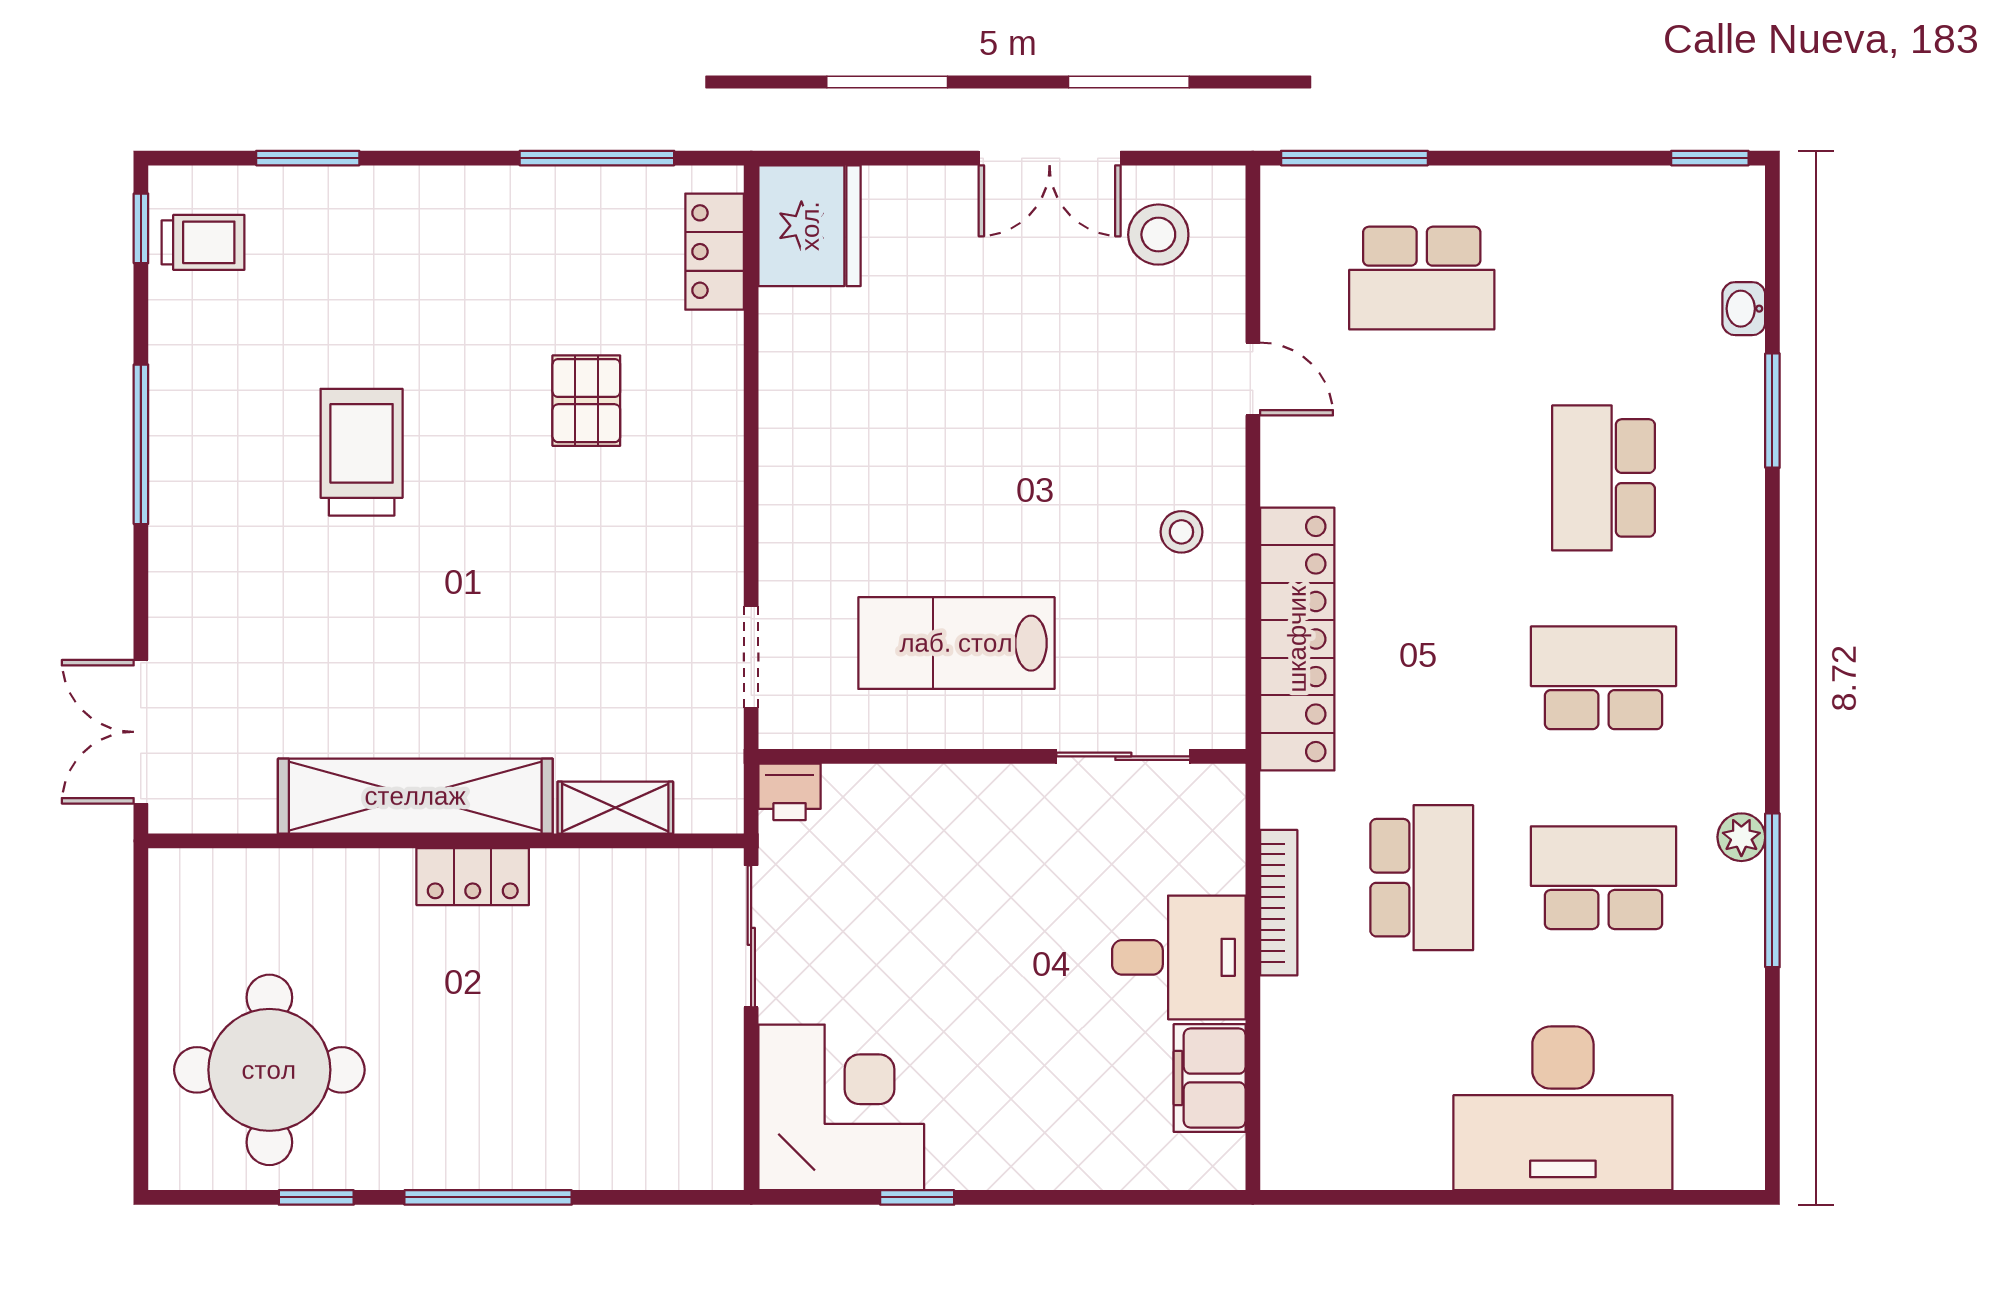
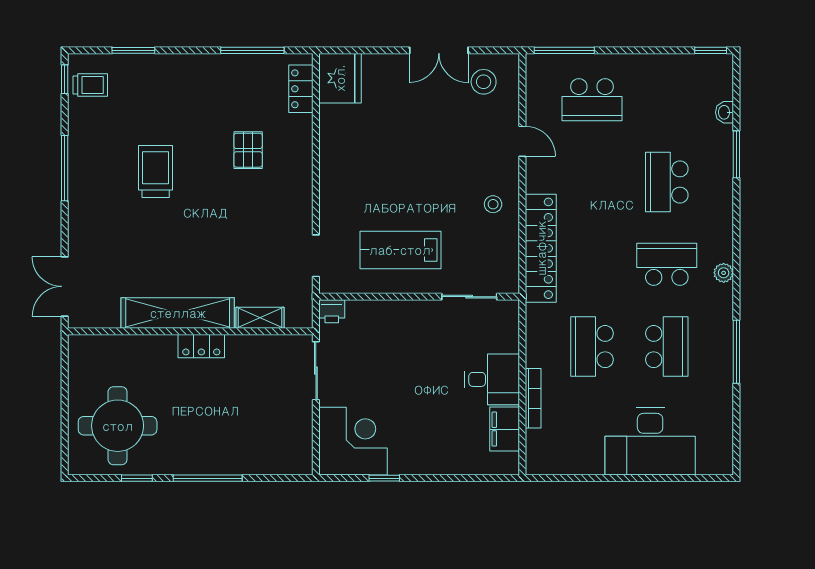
plant: (1741, 837) -> (724, 273), moved
school desk: (1422, 878) -> (592, 347), turned 180
school desk: (1603, 878) -> (667, 347), turned 90
bookcase: (1279, 903) -> (533, 398), moved

